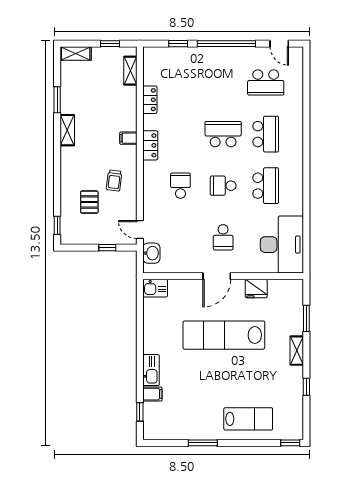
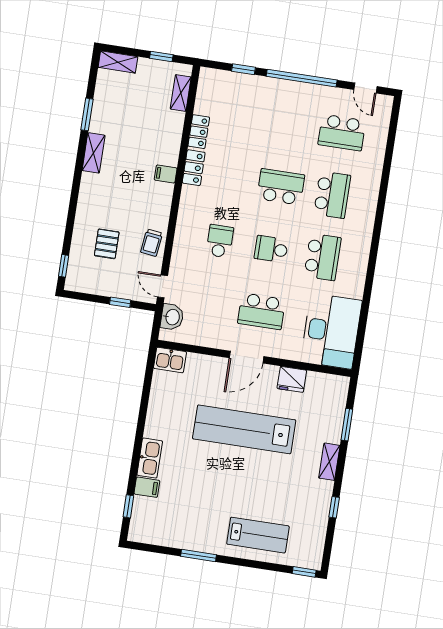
locker: (150, 145) -> (194, 168), moved
trolley: (114, 181) -> (152, 243), moved
school desk: (223, 237) -> (262, 311), width x1.85

